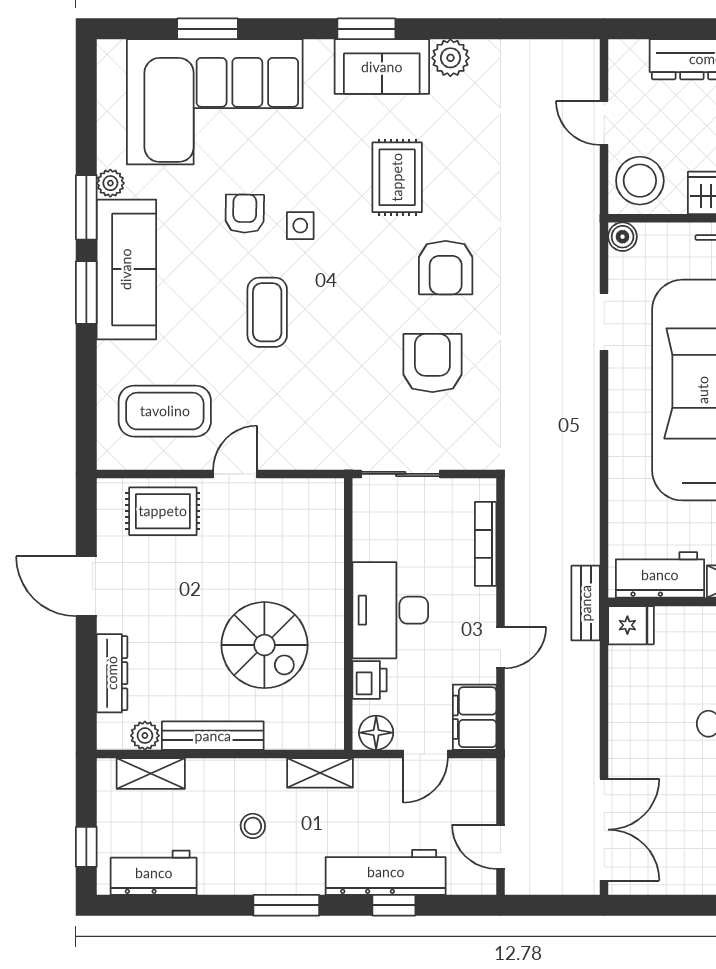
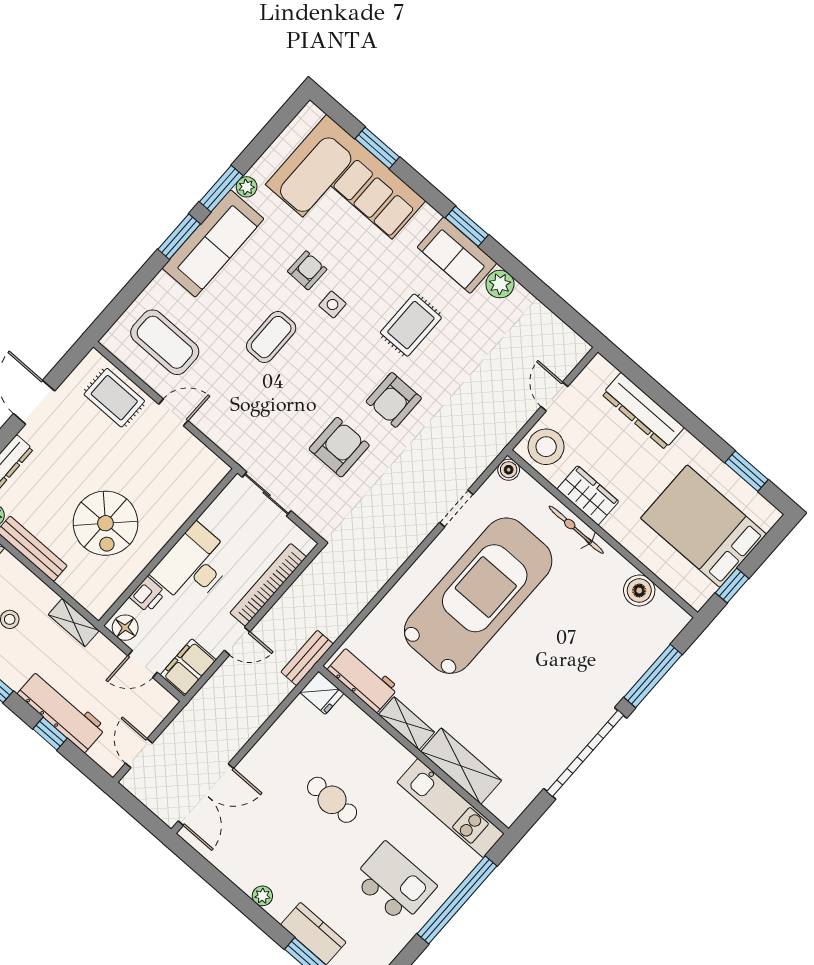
bookcase: (486, 544) -> (268, 585), width x1.48, depth x1.31

